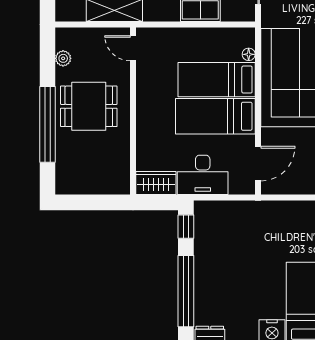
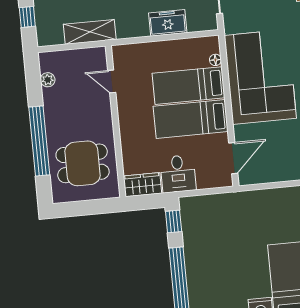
door: (133, 48) -> (112, 82), moved
dining table: (89, 106) -> (83, 163), moved
desk: (203, 175) -> (178, 174), width x0.73

